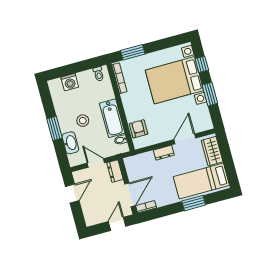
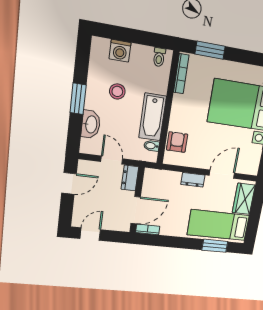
stool: (83, 121) -> (117, 91), moved
window: (194, 203) -> (215, 246), moved
door: (117, 224) -> (90, 234), moved

